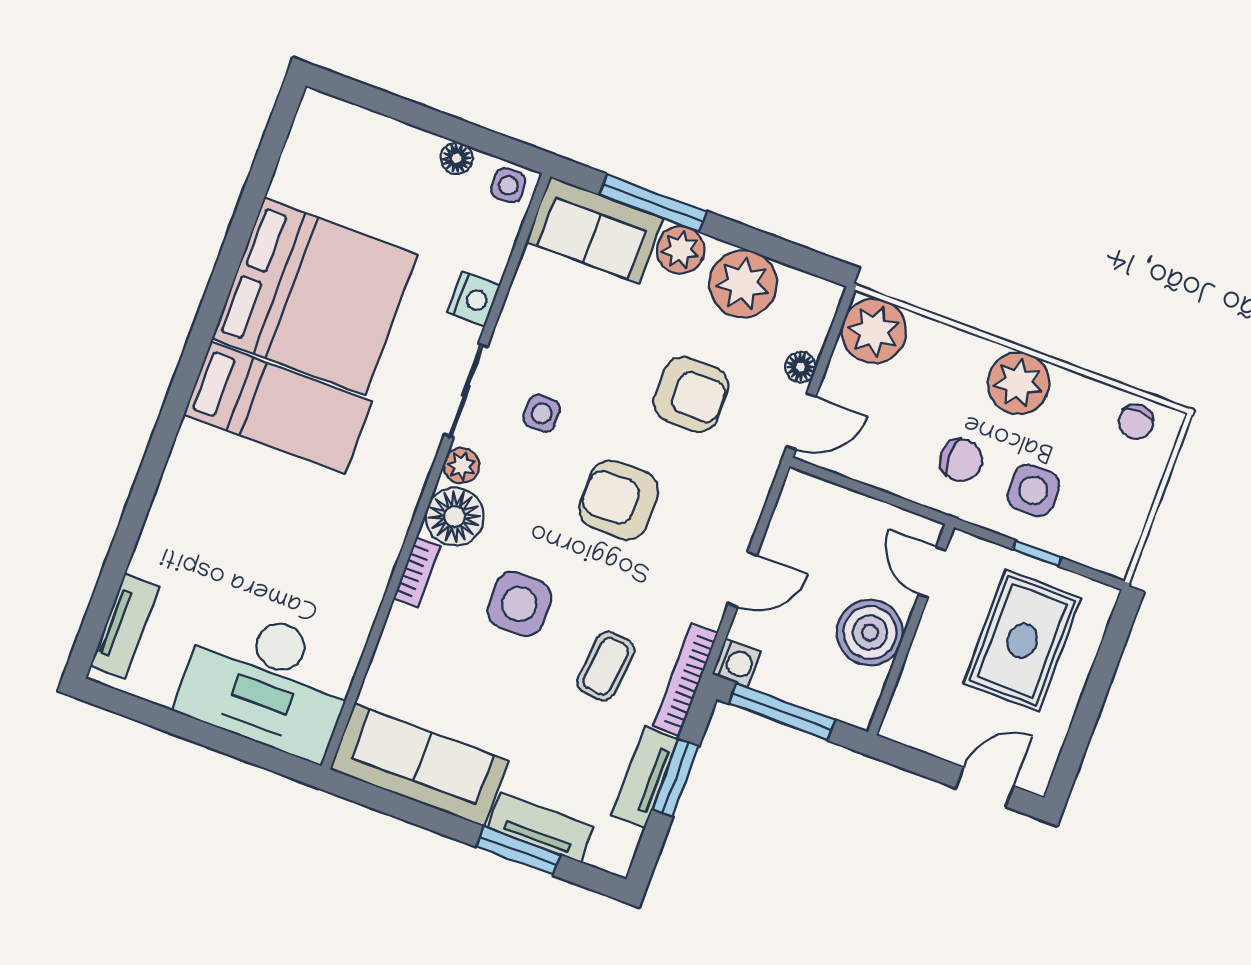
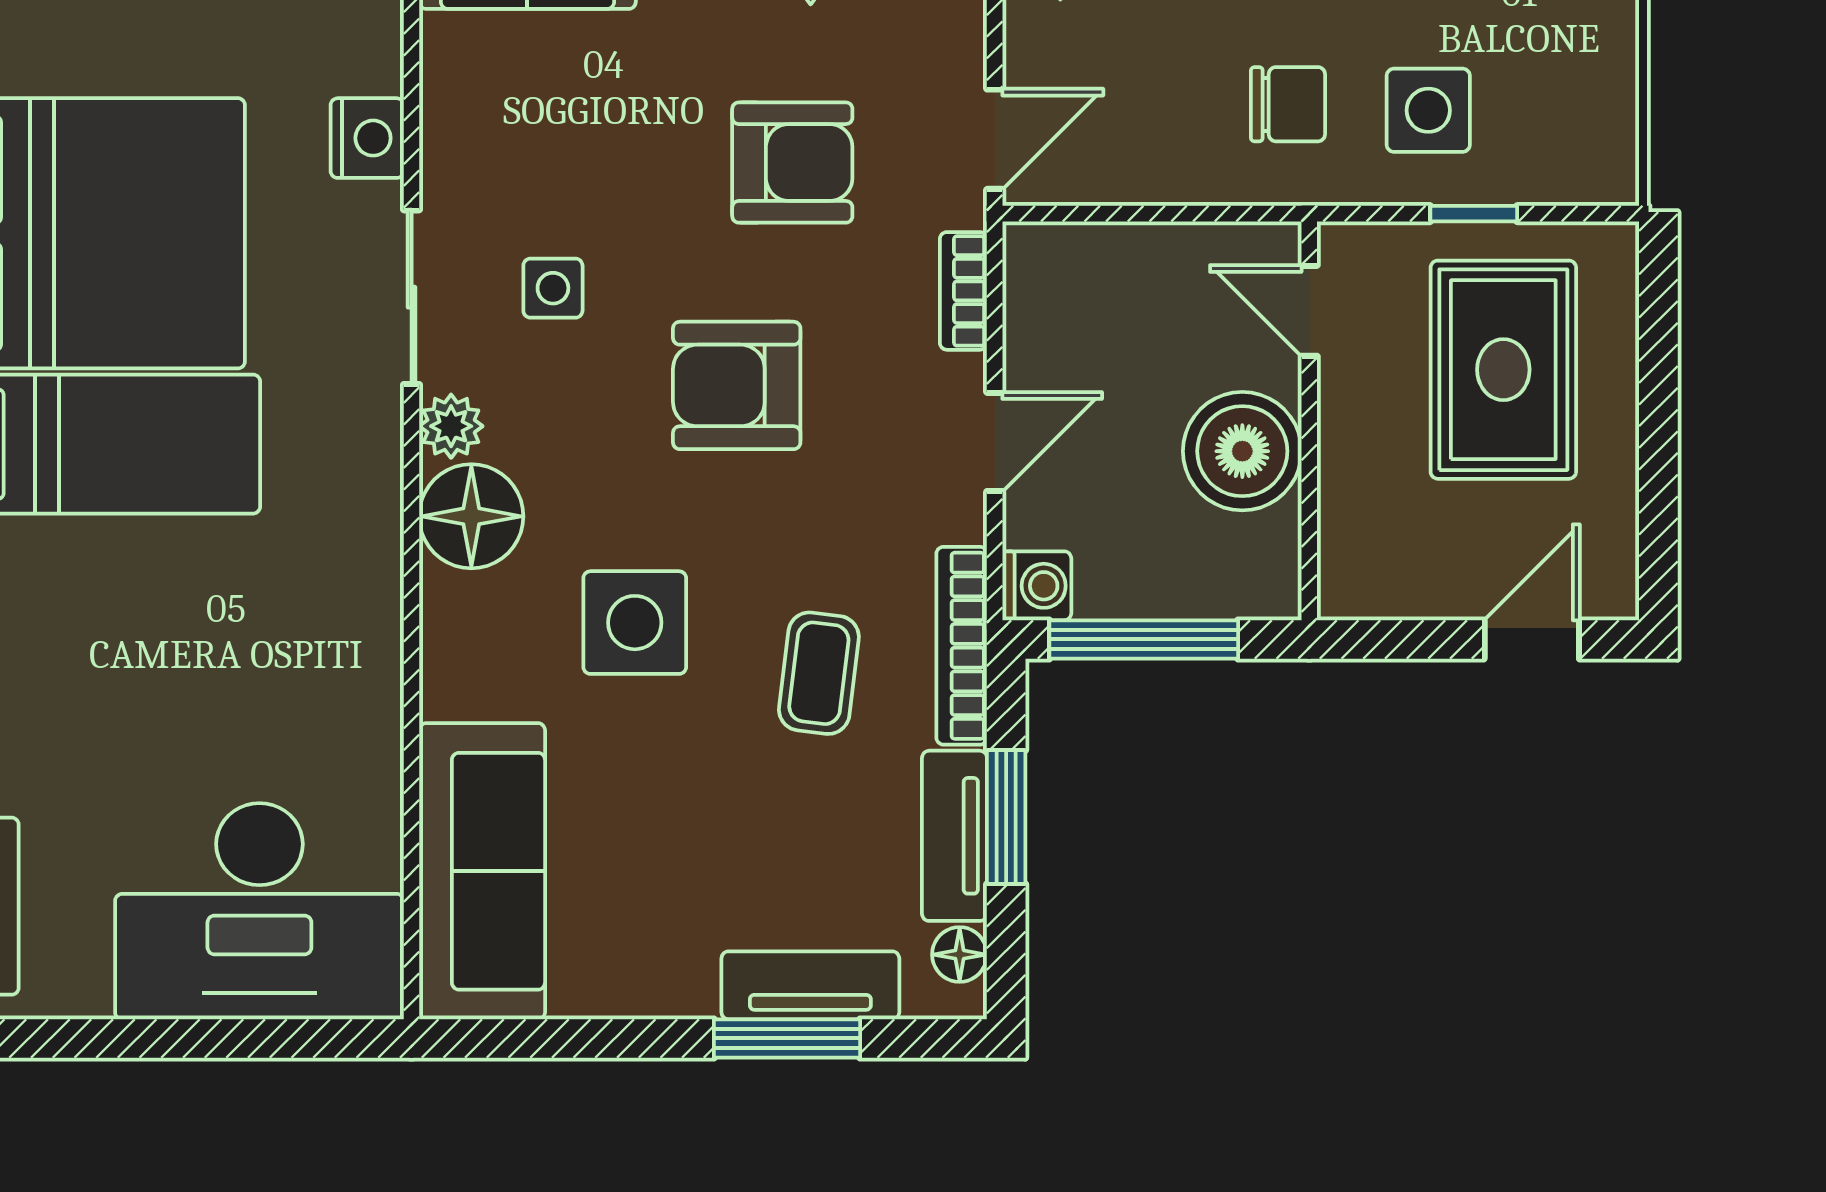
floor lamp: (801, 367) -> (960, 955), moved
bookcase: (417, 572) -> (963, 291), moved, turned 180
sofa: (419, 765) -> (482, 871), moved, turned 90

